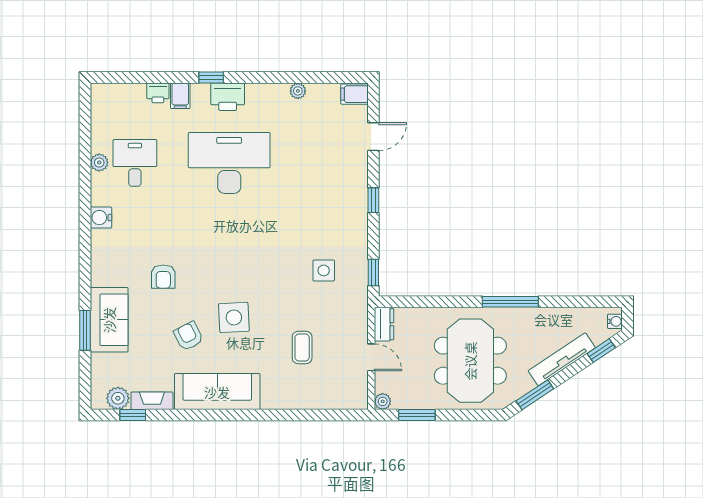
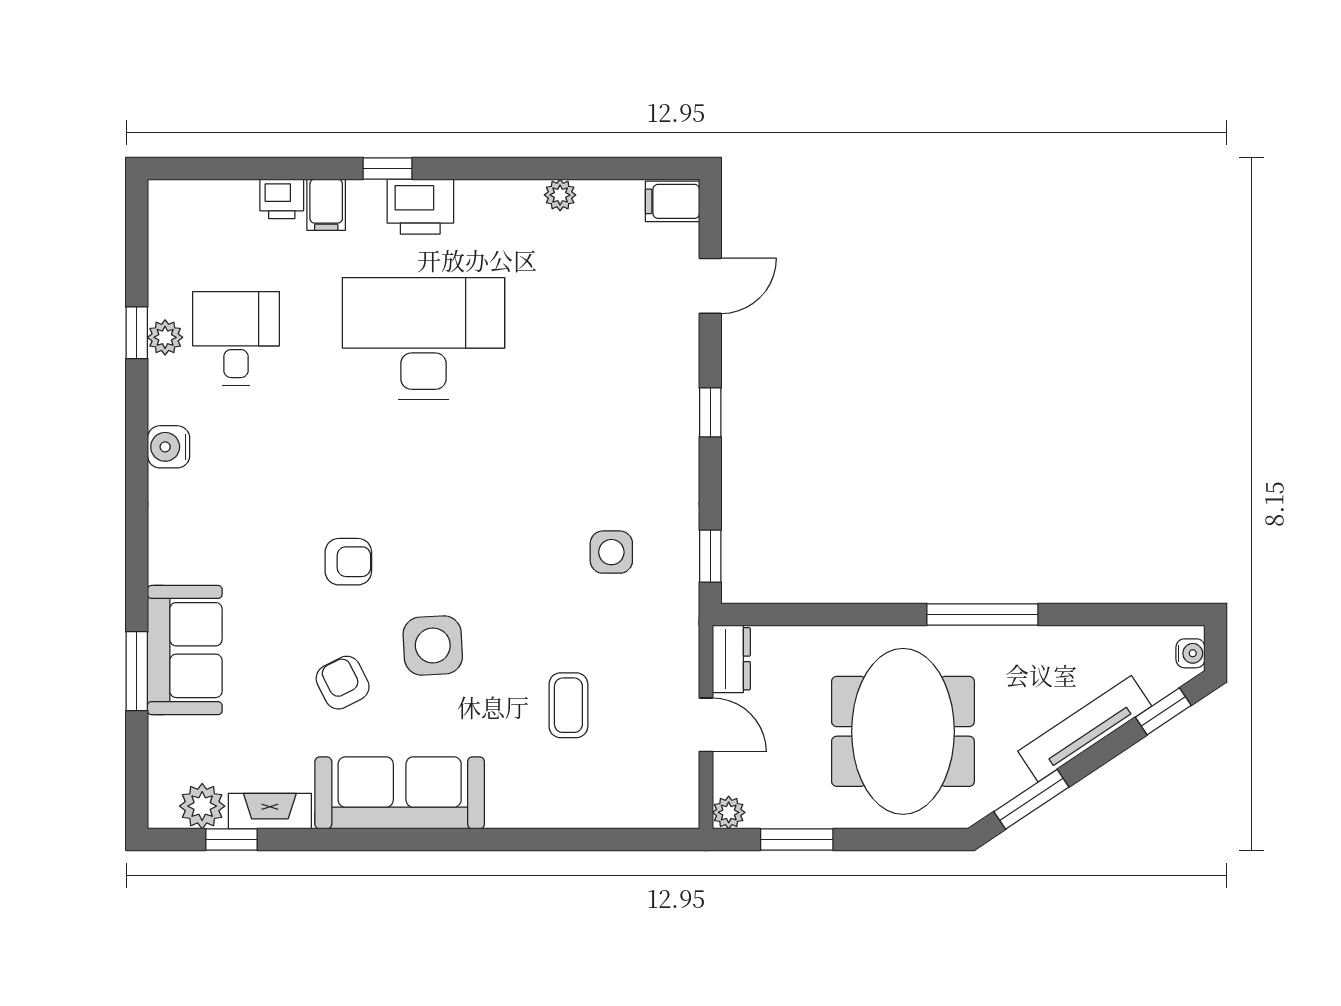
window: (85, 160) -> (137, 333), added
armchair: (163, 277) -> (348, 562), moved, turned -90

